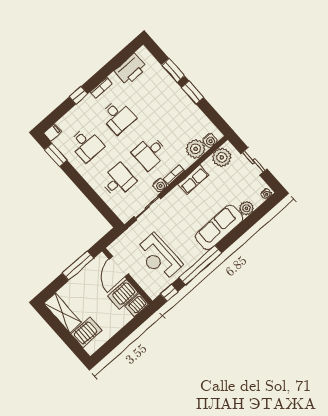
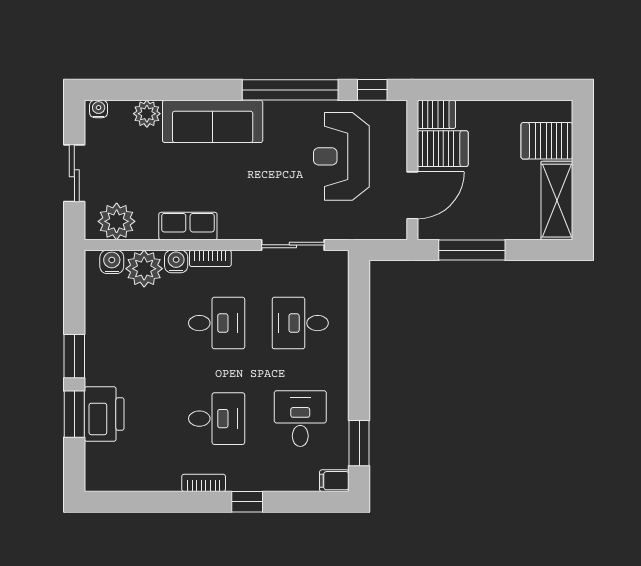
printer: (131, 69) -> (104, 414), moved, turned 90
desk: (118, 117) -> (217, 419), turned 90
water cooler: (160, 185) -> (176, 261), moved
reception desk: (159, 257) -> (341, 156), turned 180

